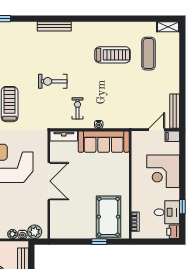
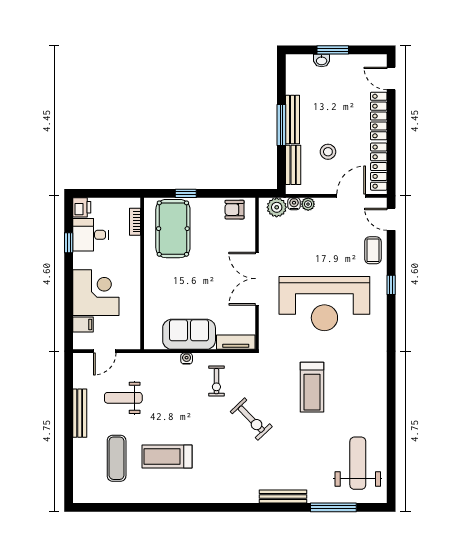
bench: (54, 26) -> (283, 496), moved
shelving: (168, 27) -> (89, 496), removed
exercise bike: (53, 81) -> (251, 419), turned 46
weight bench: (144, 96) -> (123, 398), added
bench: (175, 111) -> (80, 413), moved
filing cabinet: (172, 136) -> (83, 324), moved
sofa: (104, 142) -> (189, 334), width x0.73
armchair: (65, 230) -> (235, 210), added

